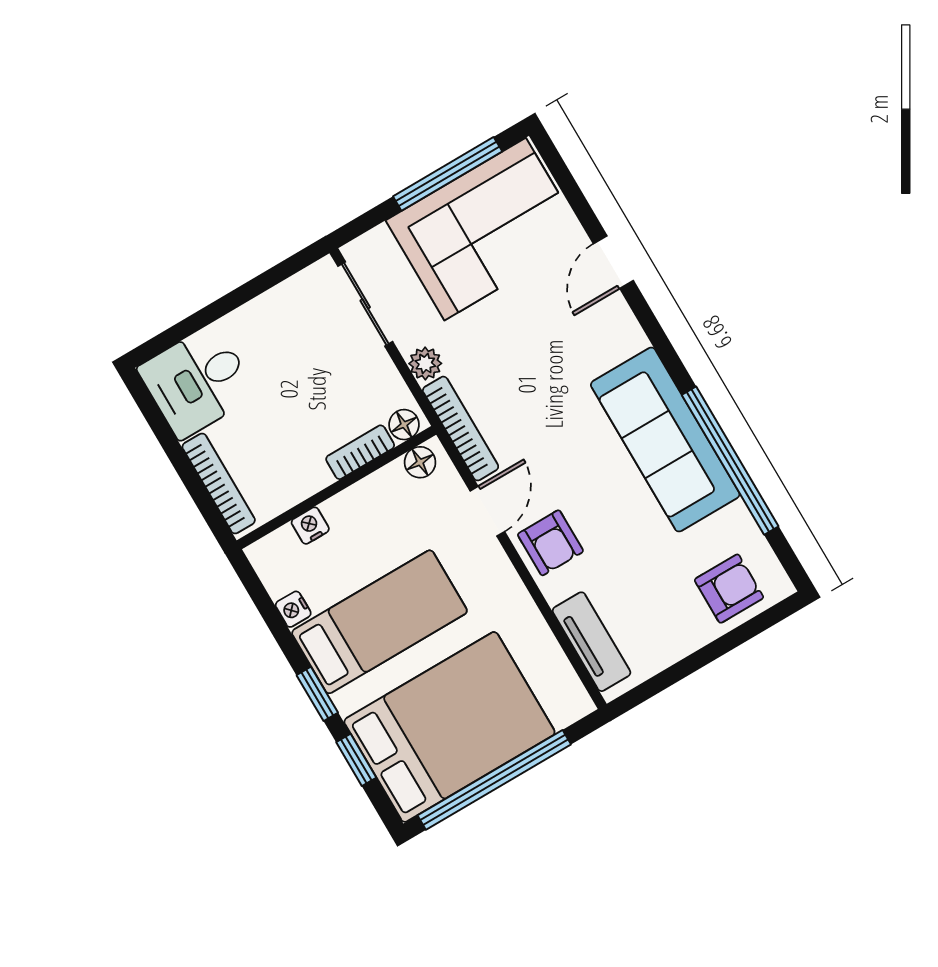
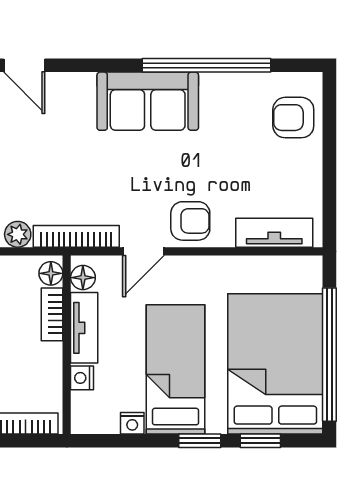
sofa: (665, 440) -> (148, 101), width x0.73
tv unit: (366, 496) -> (84, 328), added
door: (487, 511) -> (143, 251), swing flipped
armchair: (729, 589) -> (293, 118), turned -90

